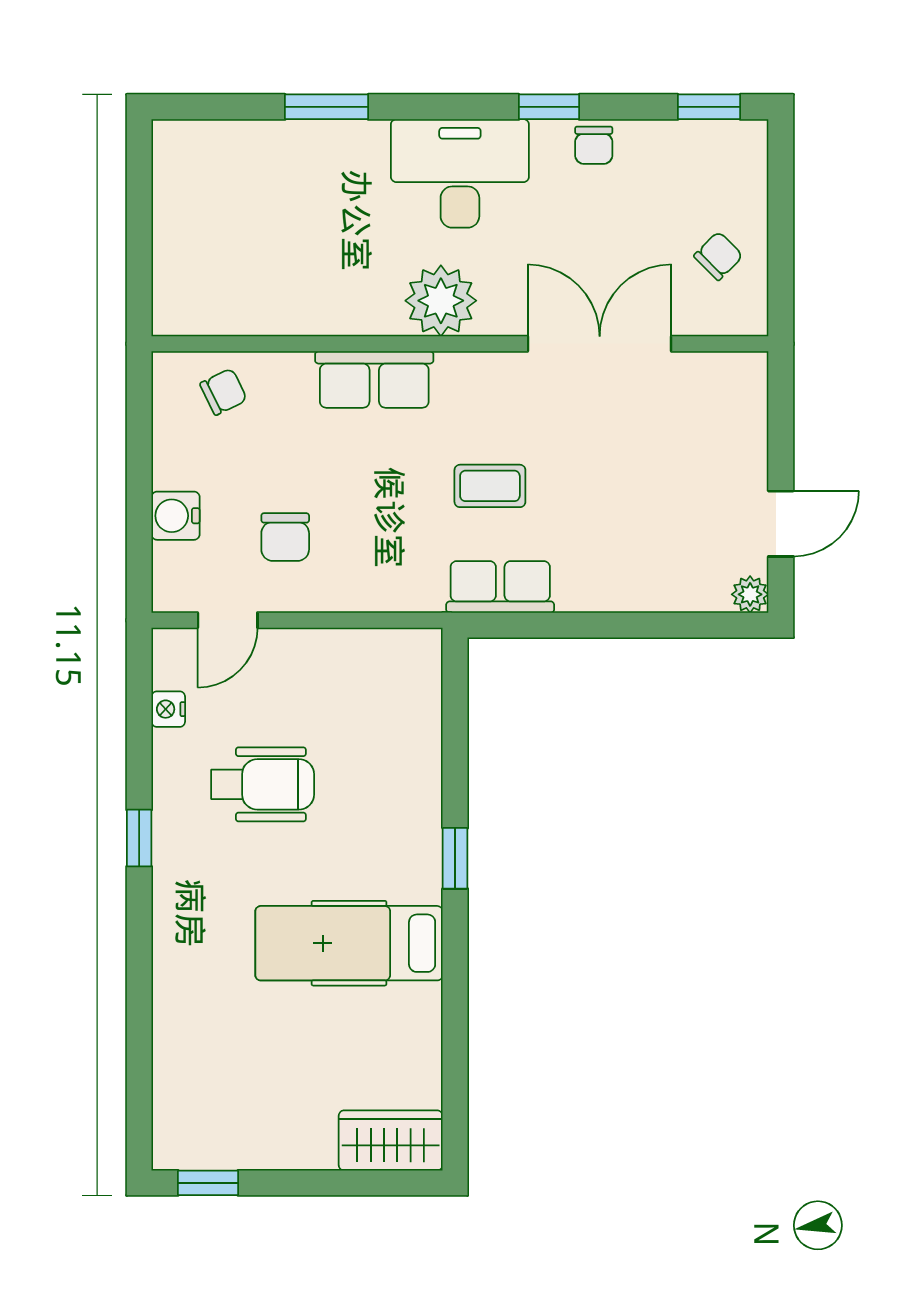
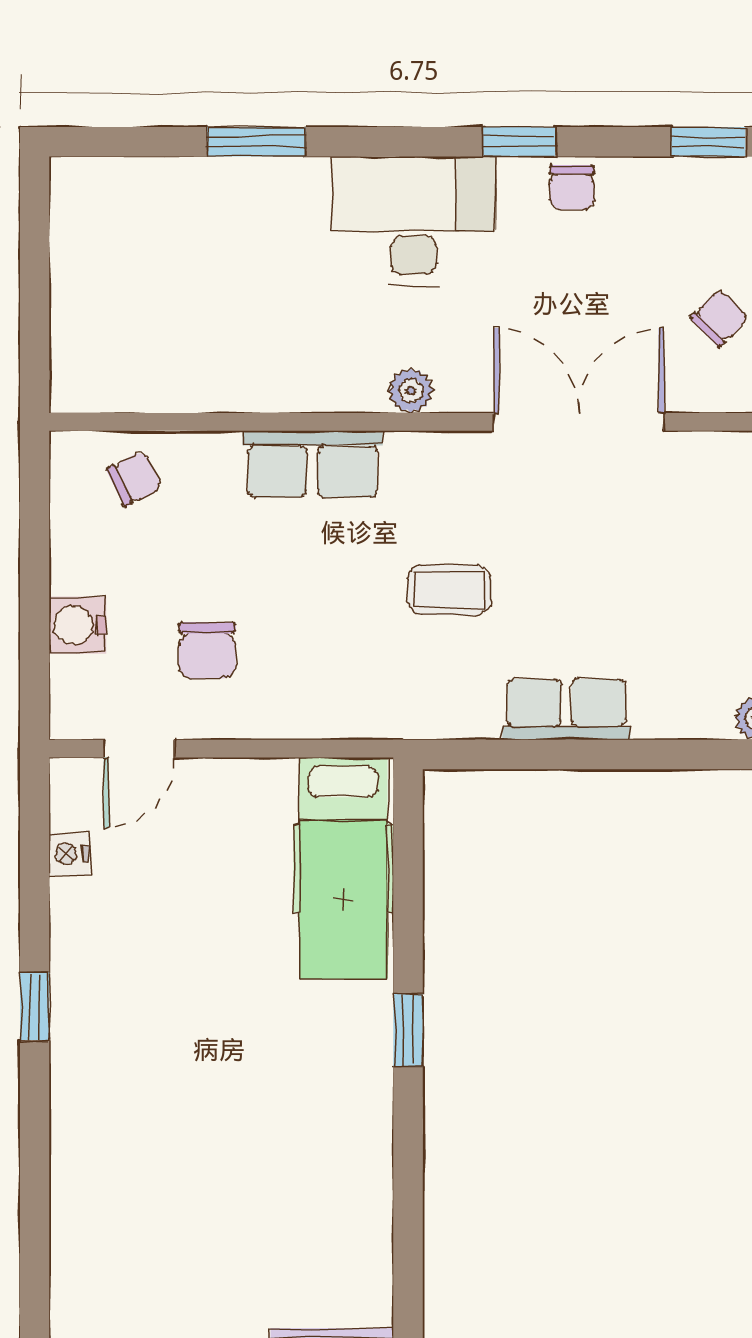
plant: (441, 301) -> (411, 391), width x0.53, depth x0.53
row of seats: (500, 587) -> (566, 709), moved
wheelchair: (263, 784) -> (181, 943), removed
hospital bed: (349, 943) -> (343, 868), moved, turned -90

